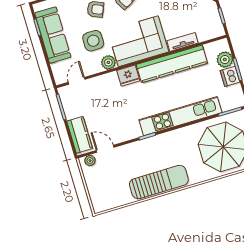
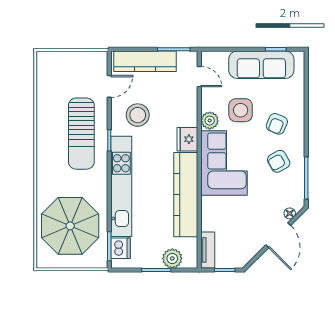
tv unit: (183, 42) -> (208, 250), moved
dishwasher: (230, 76) -> (121, 248), moved, turned 90
stool: (121, 120) -> (138, 115), added
kitchen counter: (80, 135) -> (145, 61), width x1.50
plant: (90, 161) -> (101, 64), removed
sun lounger: (159, 182) -> (81, 134), moved

